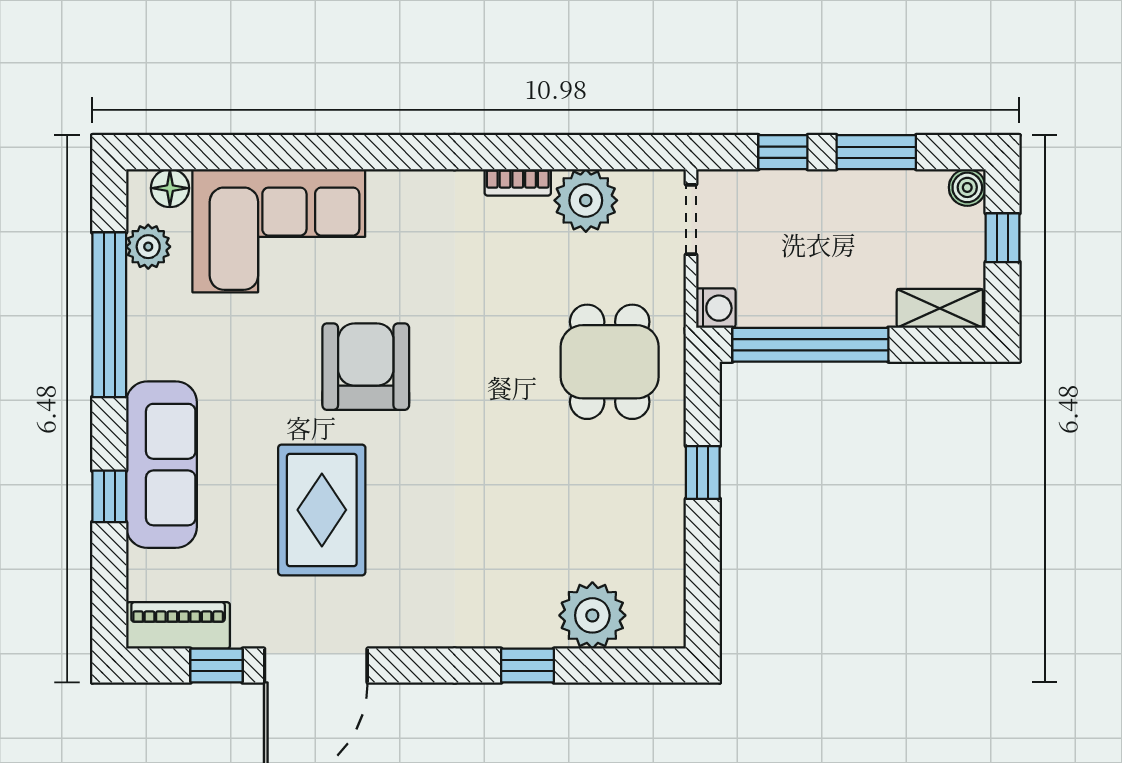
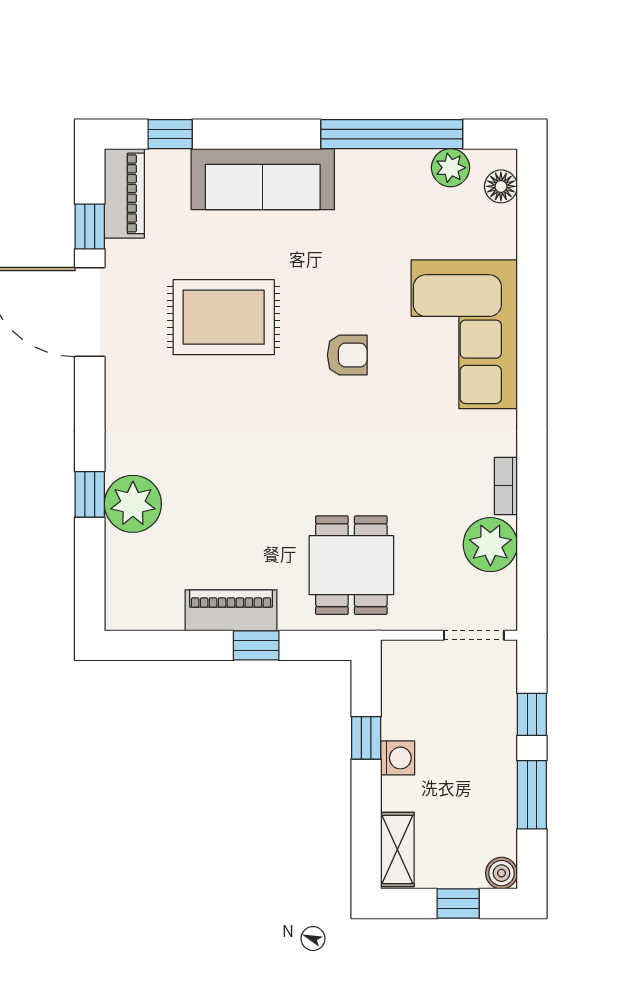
corner sofa: (279, 231) -> (464, 334), moved
washing machine: (716, 308) -> (398, 758), moved, turned -90
window: (810, 345) -> (366, 738), width x0.32
dining table: (610, 362) -> (351, 565), turned 90
armchair: (366, 367) -> (347, 355), width x0.53, depth x0.53
window: (109, 496) -> (170, 134), moved
piano: (662, 502) -> (231, 610), added
plant: (592, 615) -> (133, 504), moved

